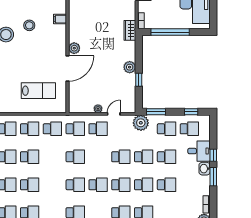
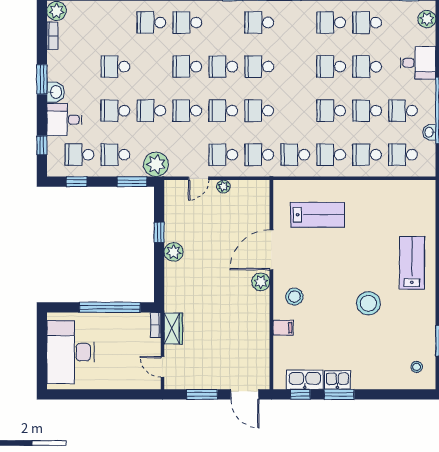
stool: (29, 25) -> (294, 297), moved
wardrobe: (130, 30) -> (173, 328), moved
lab bench: (38, 91) -> (317, 215), turned 180
window: (213, 155) -> (42, 145), moved
school desk: (144, 185) -> (223, 111), moved

